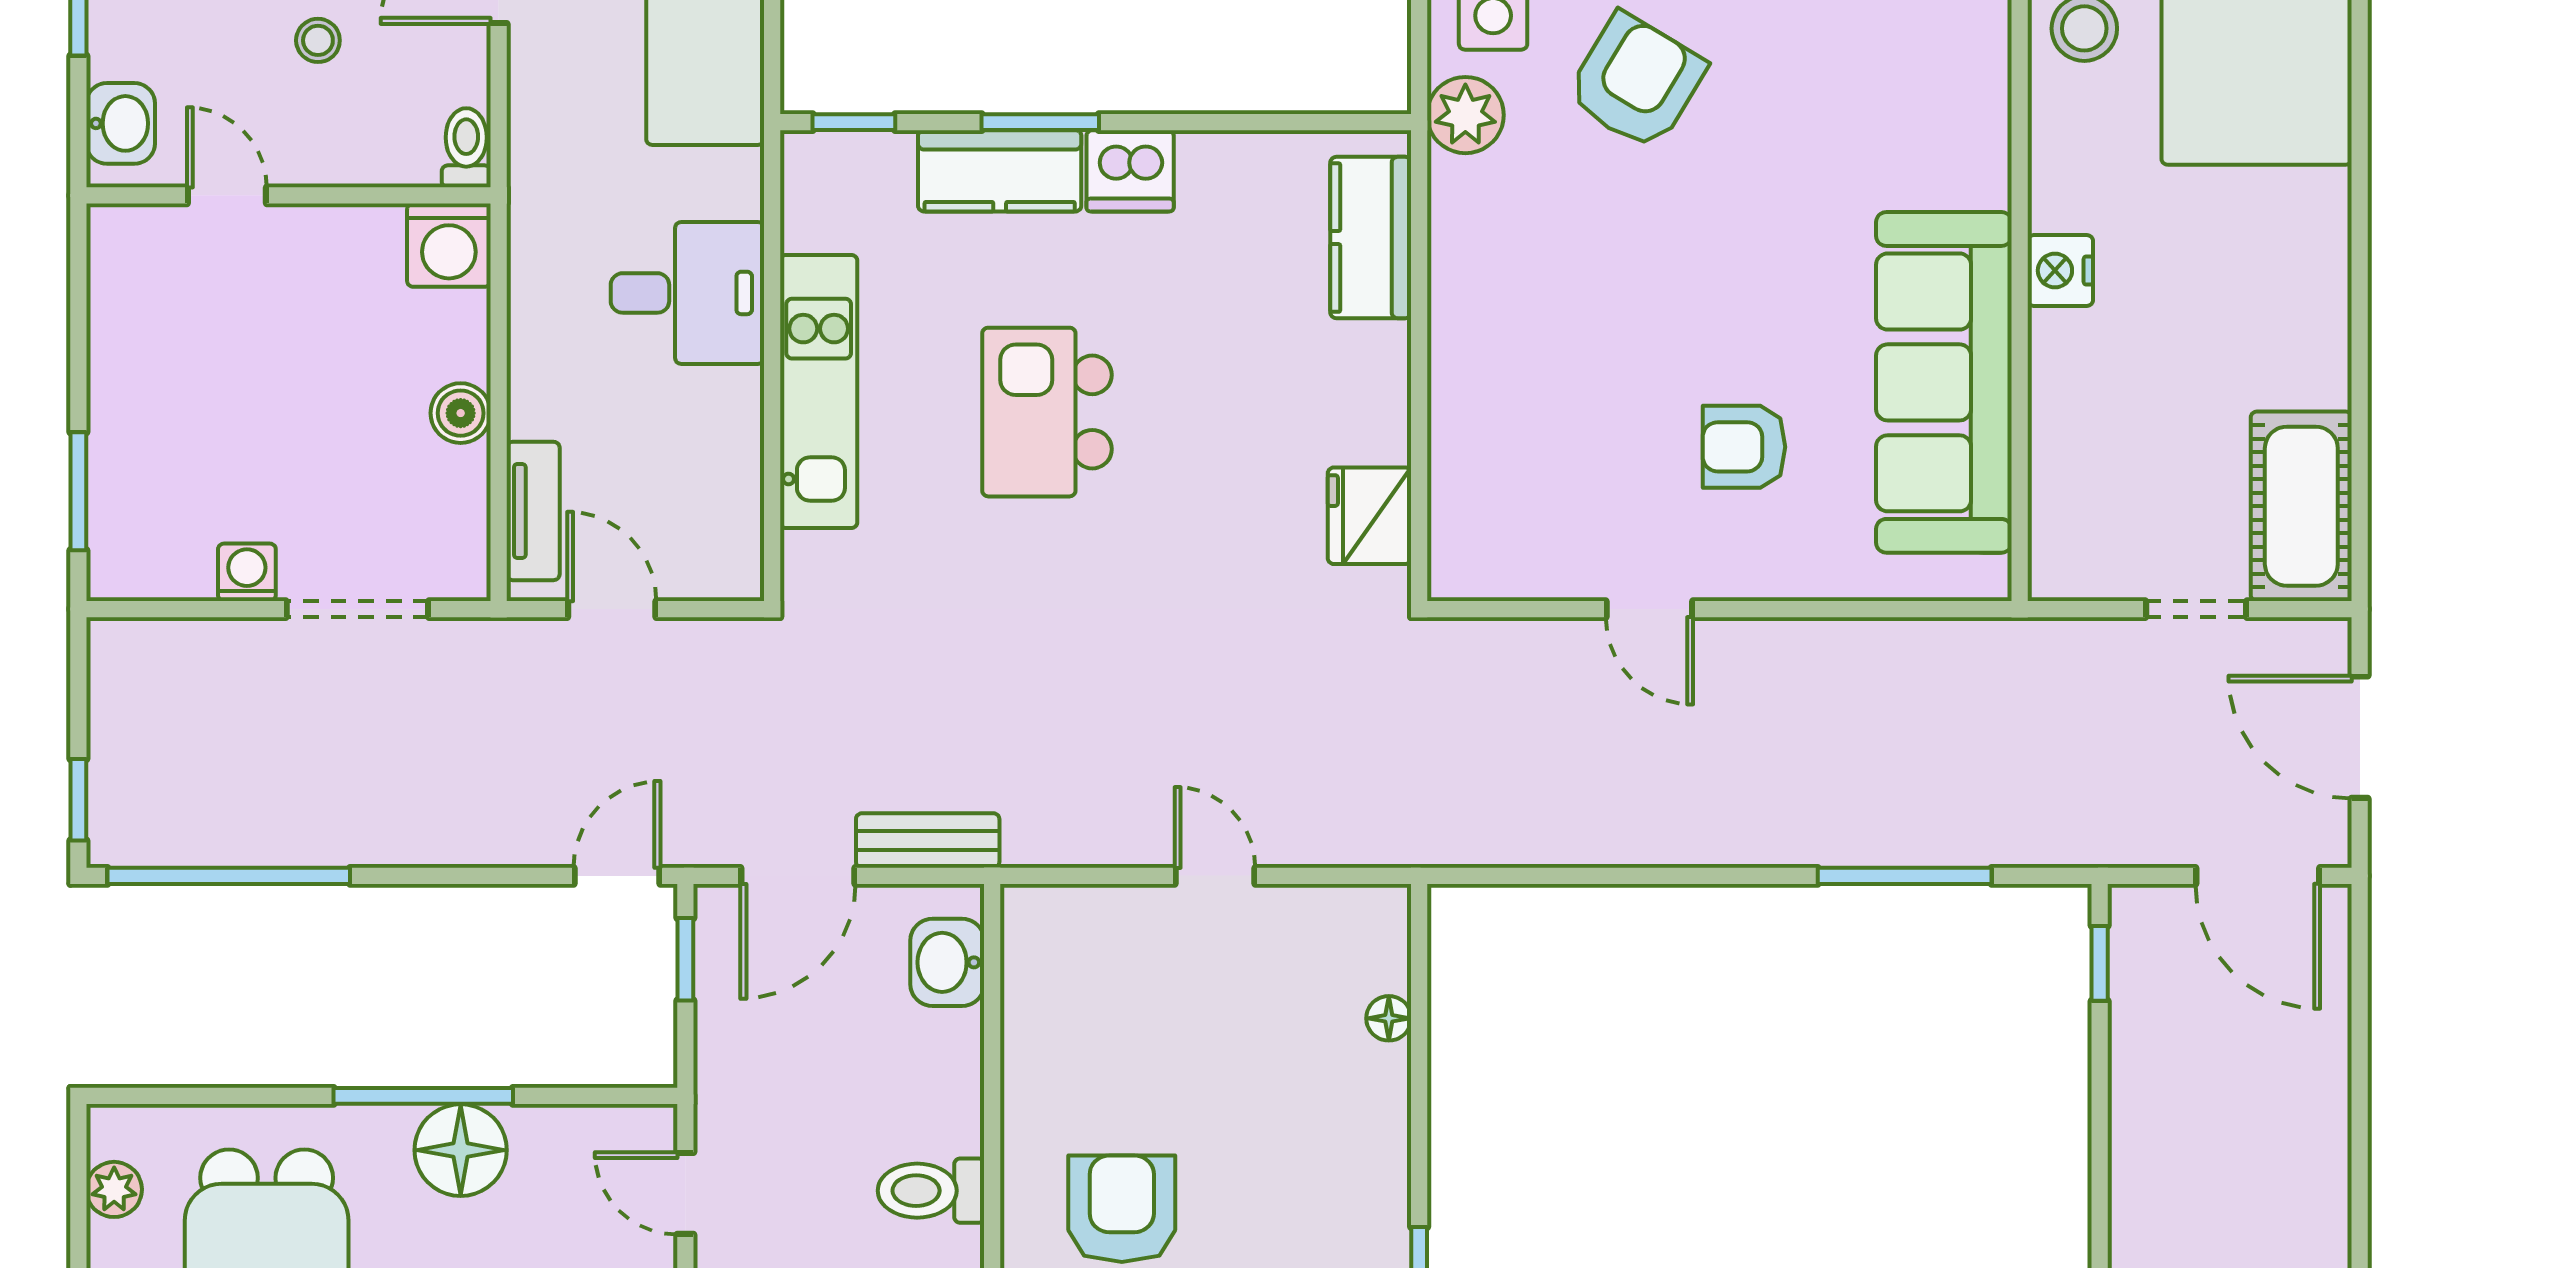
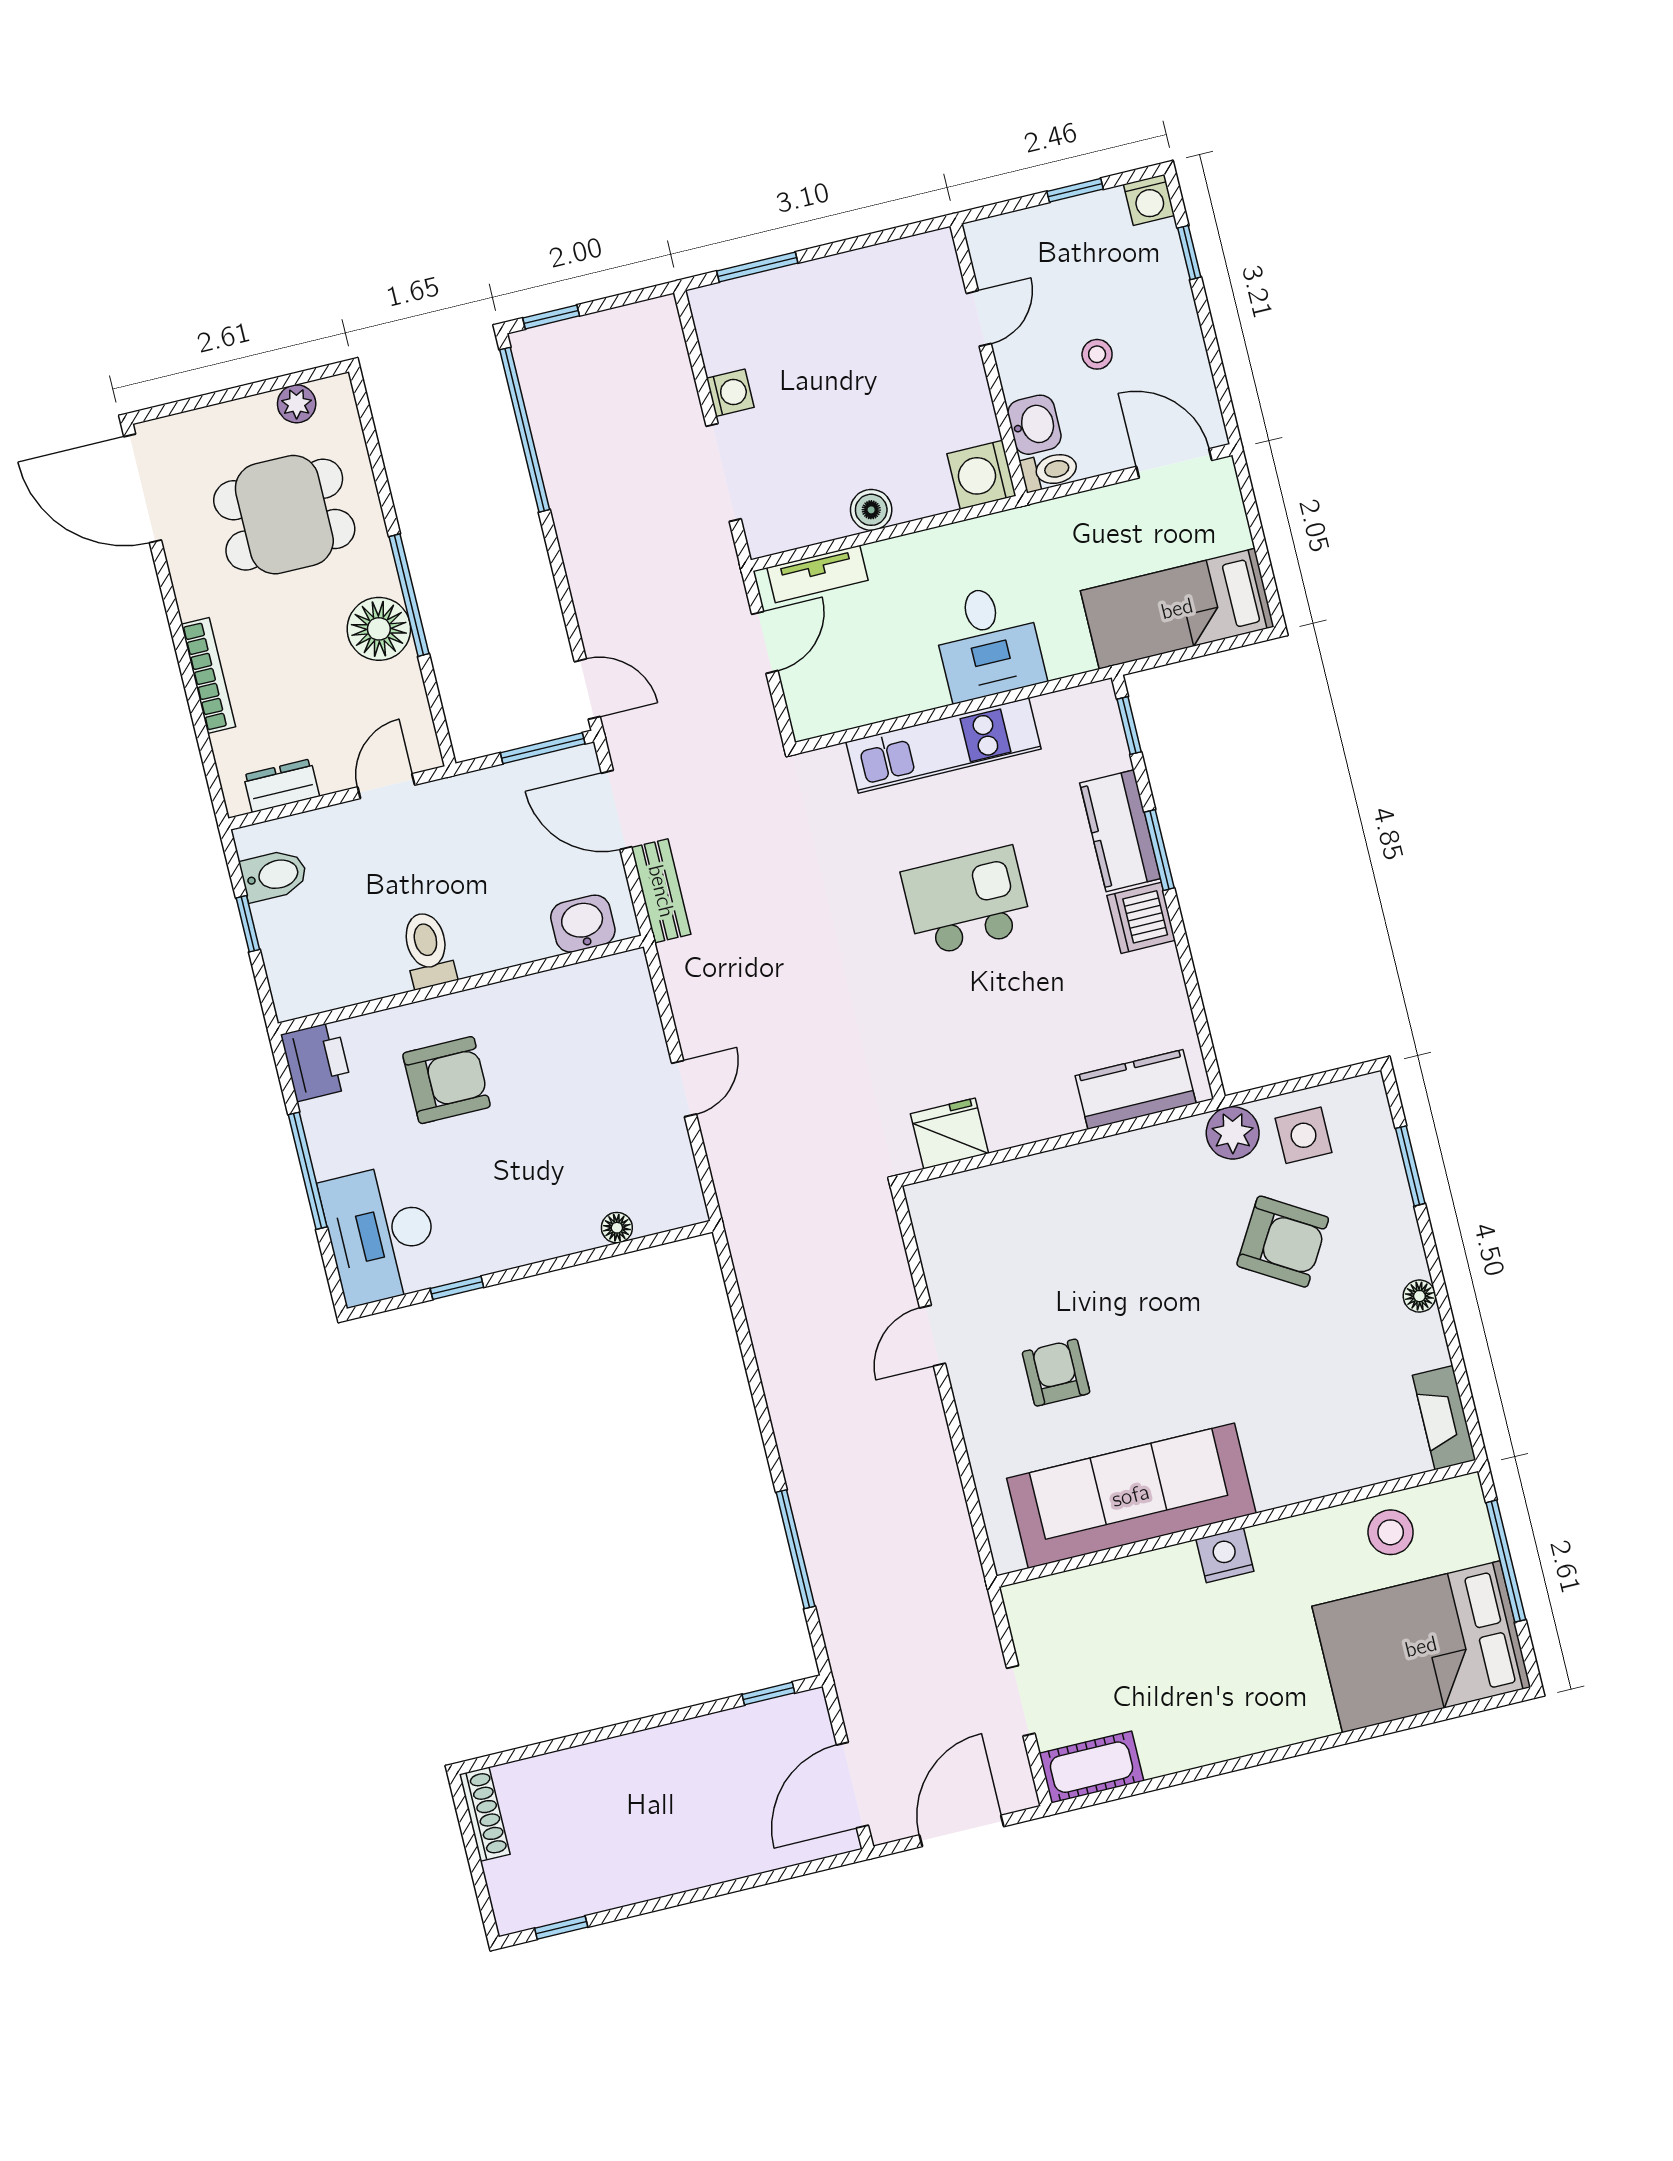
washbasin: (121, 123) -> (1034, 425), moved, turned -90
cot: (2301, 506) -> (1091, 1767), width x0.73, depth x0.75
window: (685, 959) -> (543, 748), width x1.50

